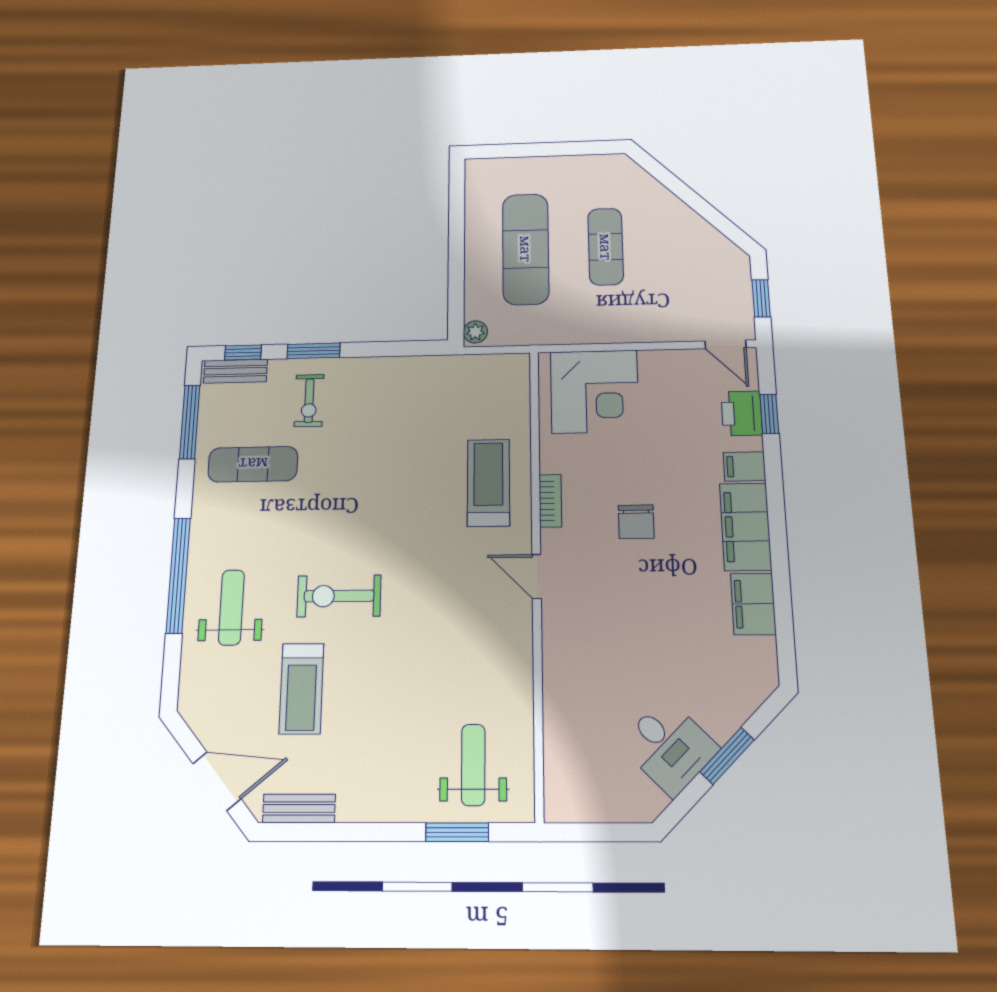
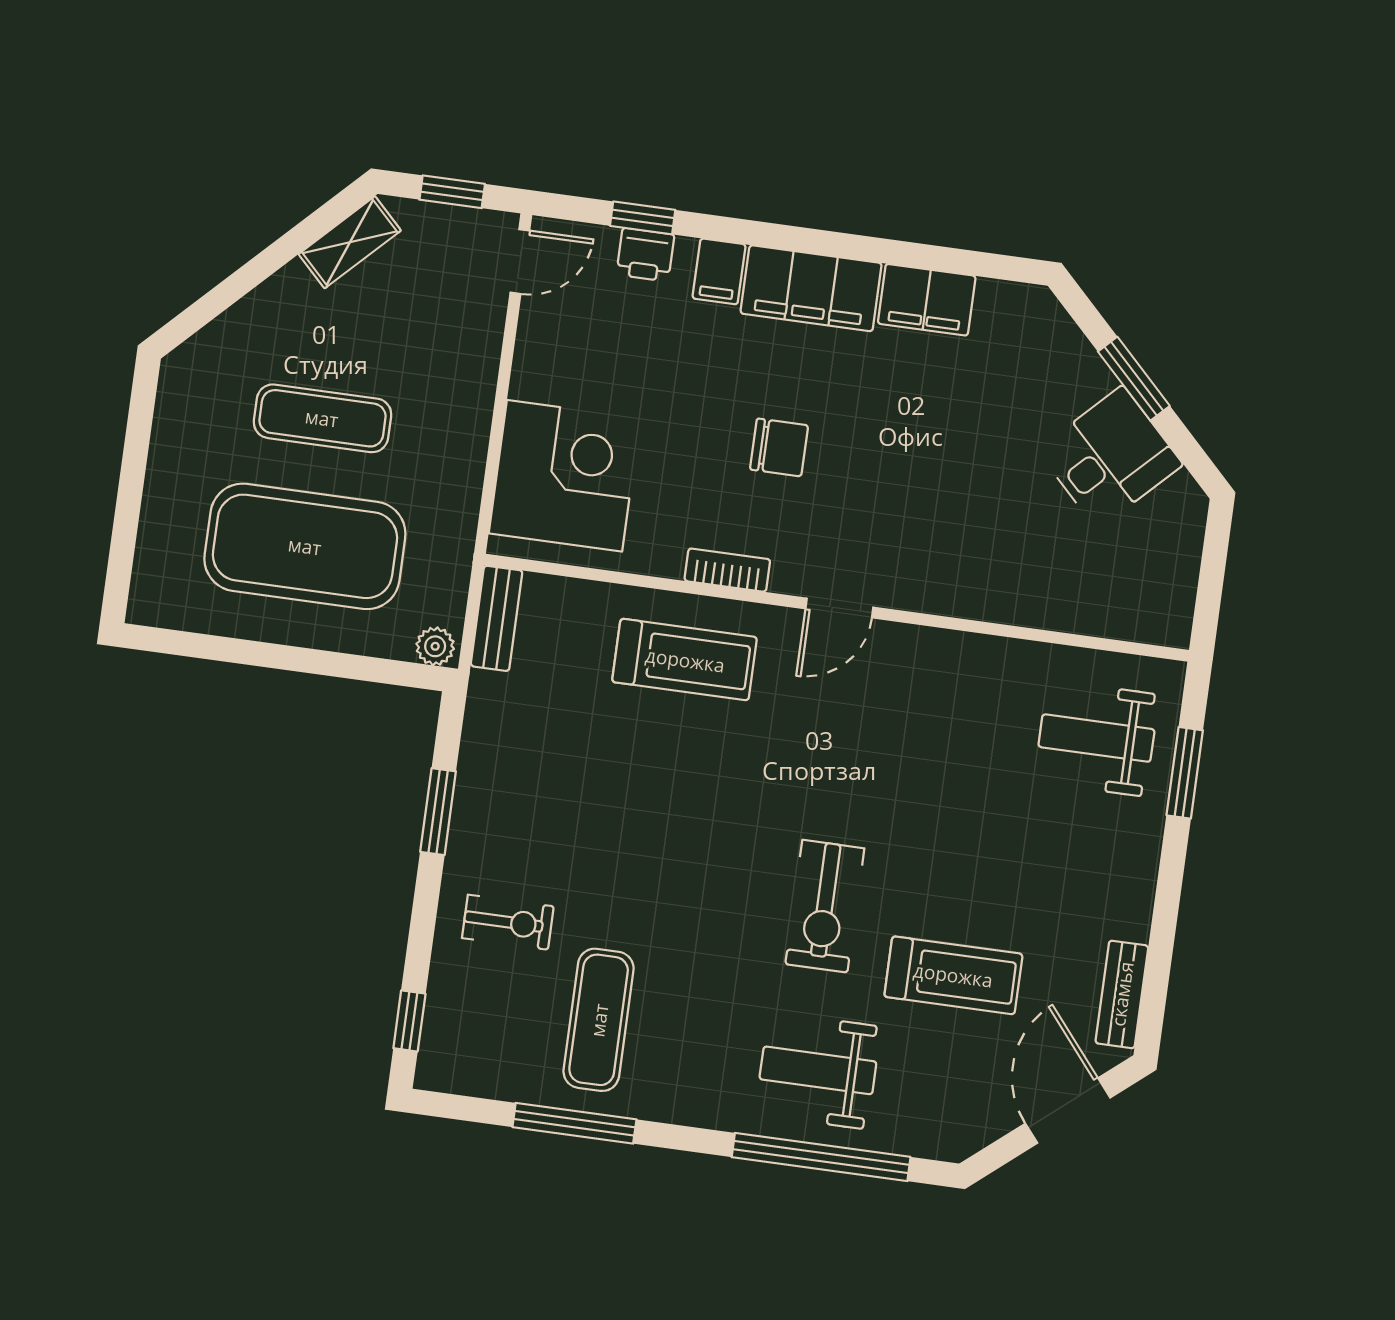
shelving: (717, 245) -> (350, 242), added
exercise mat: (526, 249) -> (305, 546), width x1.47
window: (314, 351) -> (438, 812), moved
bench: (235, 371) -> (497, 618), moved
printer: (742, 413) -> (645, 255), width x0.73, depth x0.81
window: (190, 422) -> (574, 1123), moved
treadmill: (488, 483) -> (685, 660), turned 180
window: (178, 575) -> (821, 1157), moved

